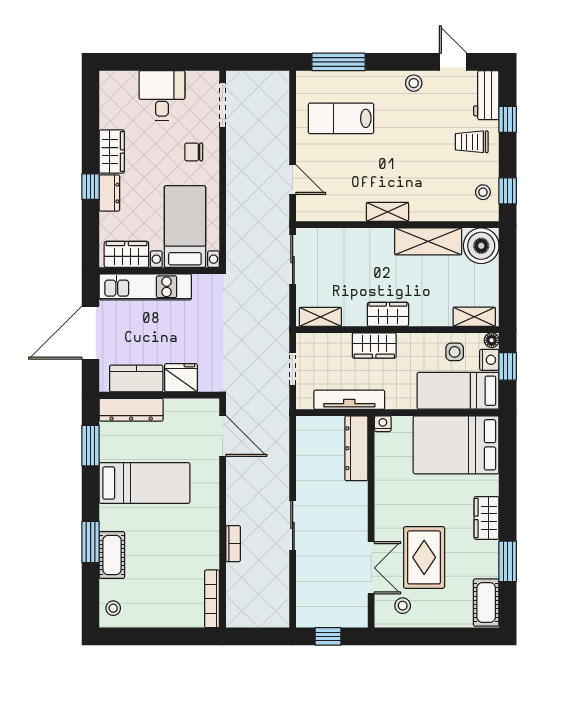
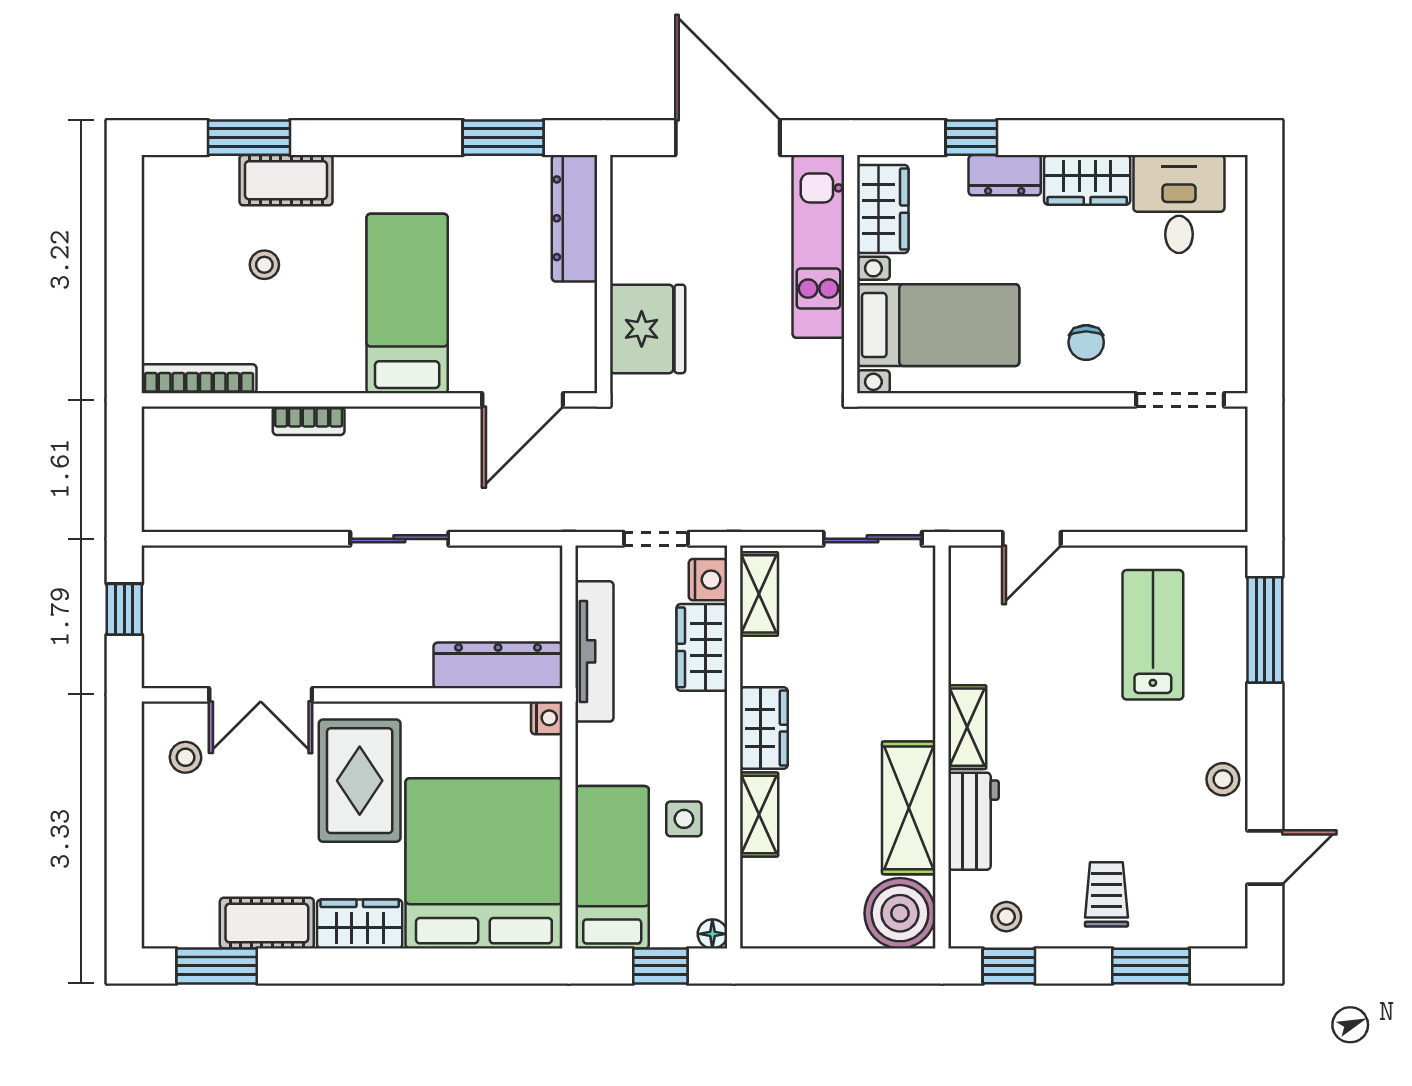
desk: (162, 95) -> (1179, 204), moved, turned -90
workbench: (486, 95) -> (973, 821), moved, turned 90
window: (508, 119) -> (1151, 966), width x1.50
chair: (194, 152) -> (1086, 342), turned 180
window: (91, 187) -> (971, 138), moved
shelving: (474, 317) -> (759, 814), moved
wardrobe: (374, 346) -> (702, 647), moved
side table: (455, 352) -> (684, 819), moved
nightstand: (489, 360) -> (708, 580), moved, turned -90
kitchen counter: (136, 378) -> (636, 228), removed
fridge: (181, 378) -> (648, 329), width x1.36, depth x1.34
bed: (456, 445) -> (484, 863), width x1.36
bed: (145, 483) -> (407, 304), moved, turned 180
sliding door: (293, 525) -> (399, 539), moved
window: (91, 542) -> (249, 138), moved
rug: (424, 557) -> (360, 781), moved, turned 90
window: (508, 561) -> (217, 966), moved
cot: (486, 603) -> (267, 923), moved
stool: (113, 608) -> (264, 265), moved

